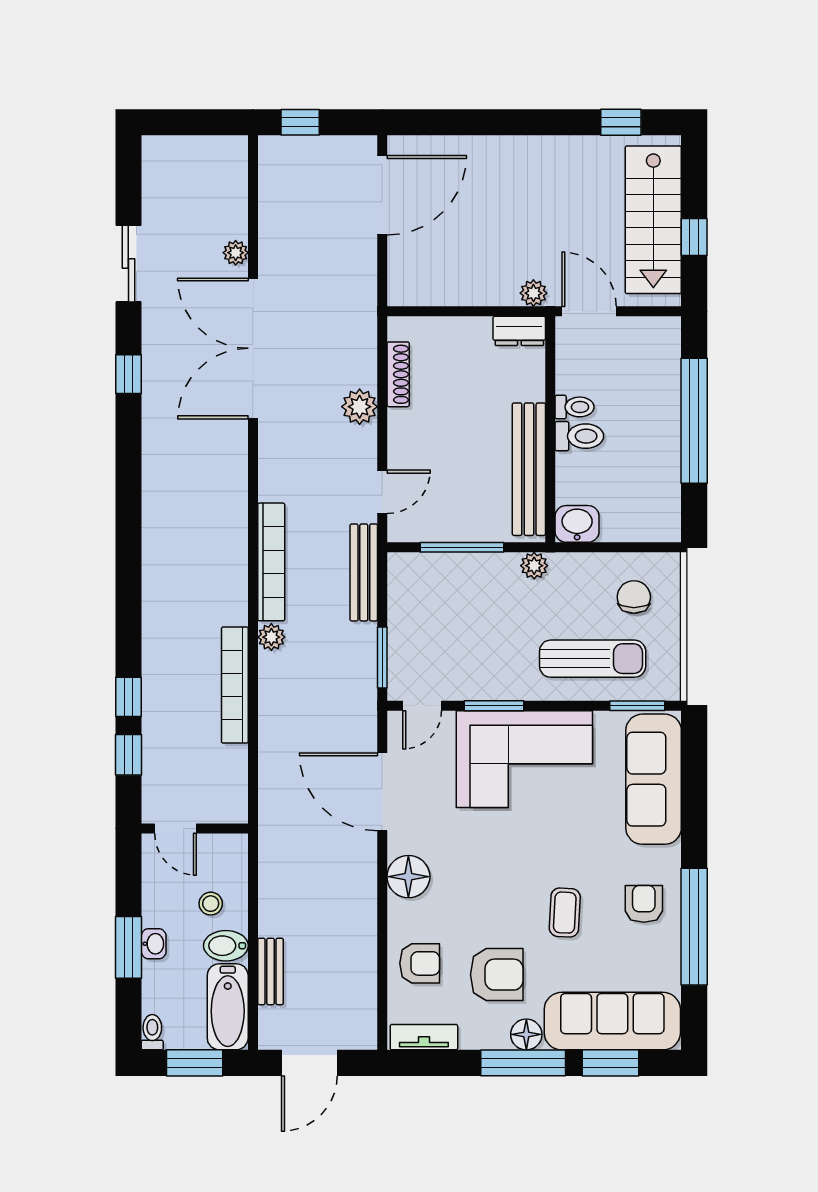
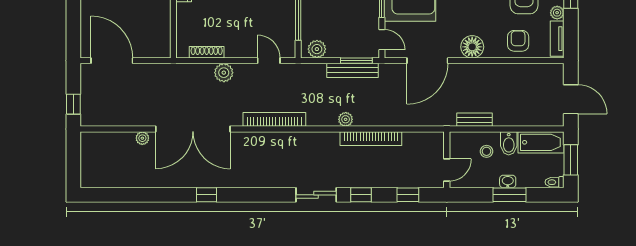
sliding door: (128, 264) -> (316, 195), moved
bookcase: (271, 562) -> (274, 119), moved
bench: (364, 572) -> (353, 70), moved
plant: (404, 583) -> (317, 49), added
window: (128, 697) -> (361, 195), moved
bench: (271, 971) -> (474, 120), moved
plant: (473, 1037) -> (557, 13), added

